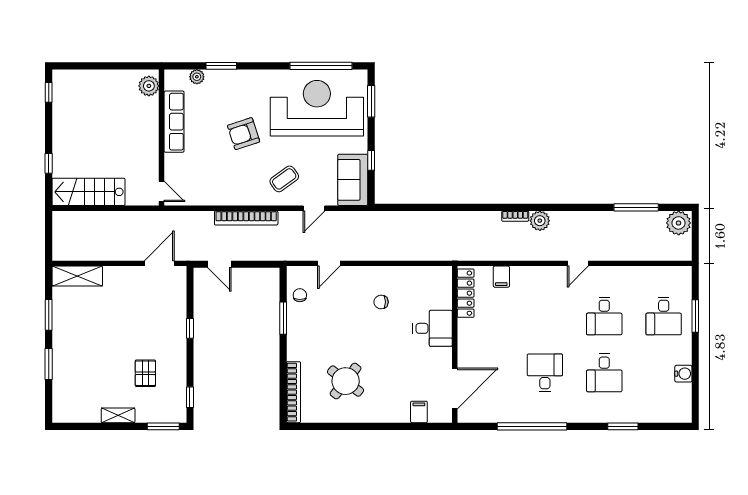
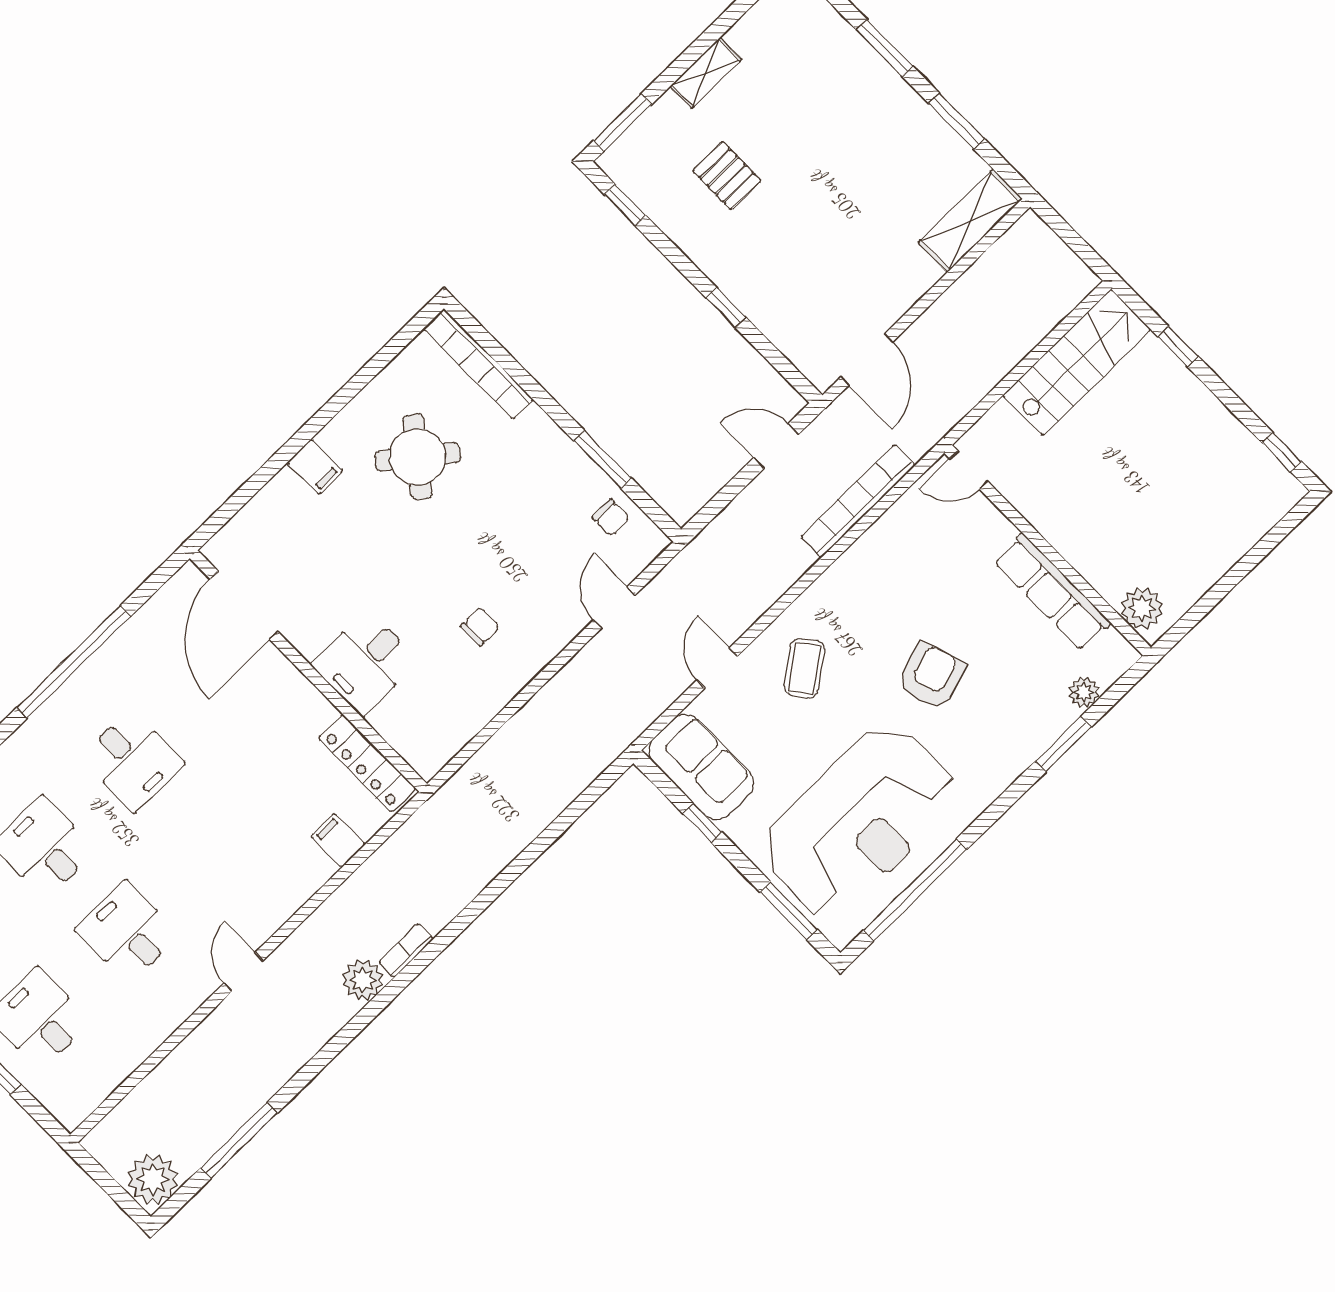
bookcase: (246, 218) -> (858, 501), moved
filing cabinet: (419, 412) -> (315, 467), moved

